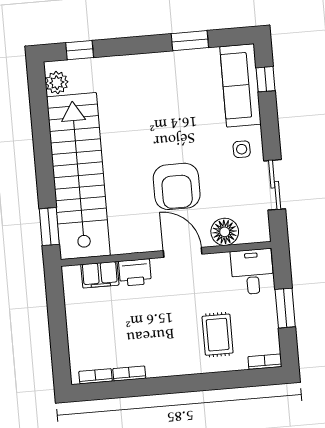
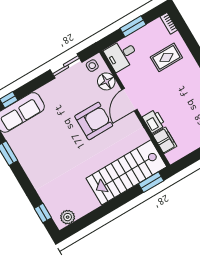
side table: (242, 149) -> (92, 66), moved
stairs: (78, 176) -> (126, 172), width x0.73

